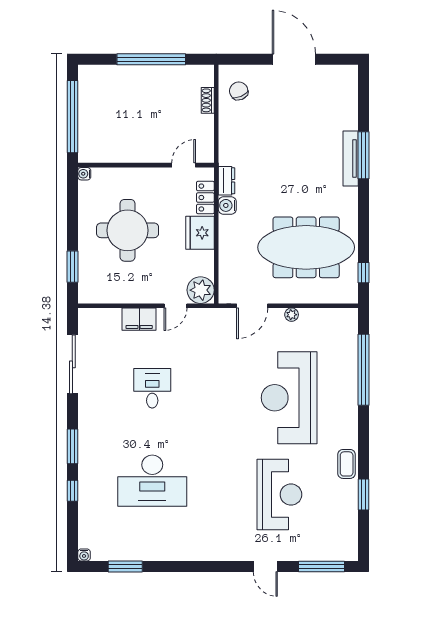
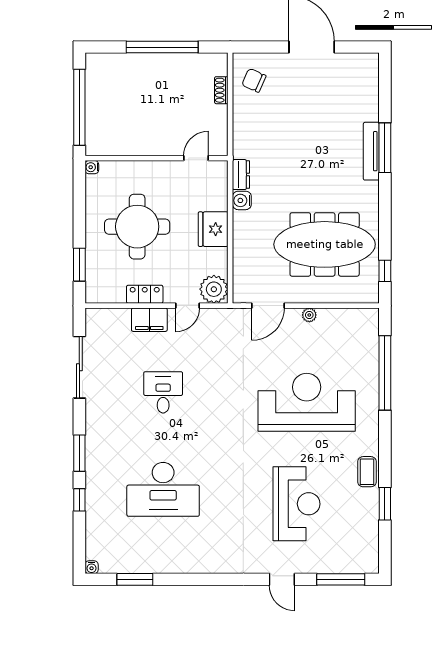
chair: (239, 91) -> (254, 80), turned -43
locker: (205, 198) -> (145, 294), moved, turned 90
reception desk: (289, 398) -> (307, 402), turned 90

